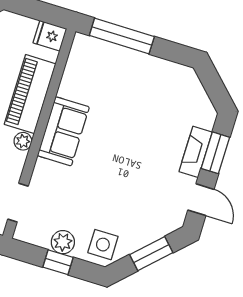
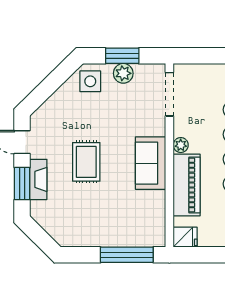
rug: (135, 155) -> (86, 162), added
doorway: (18, 203) -> (169, 94), width x1.38
window: (151, 254) -> (49, 86), removed
window: (58, 262) -> (122, 56), width x1.50

